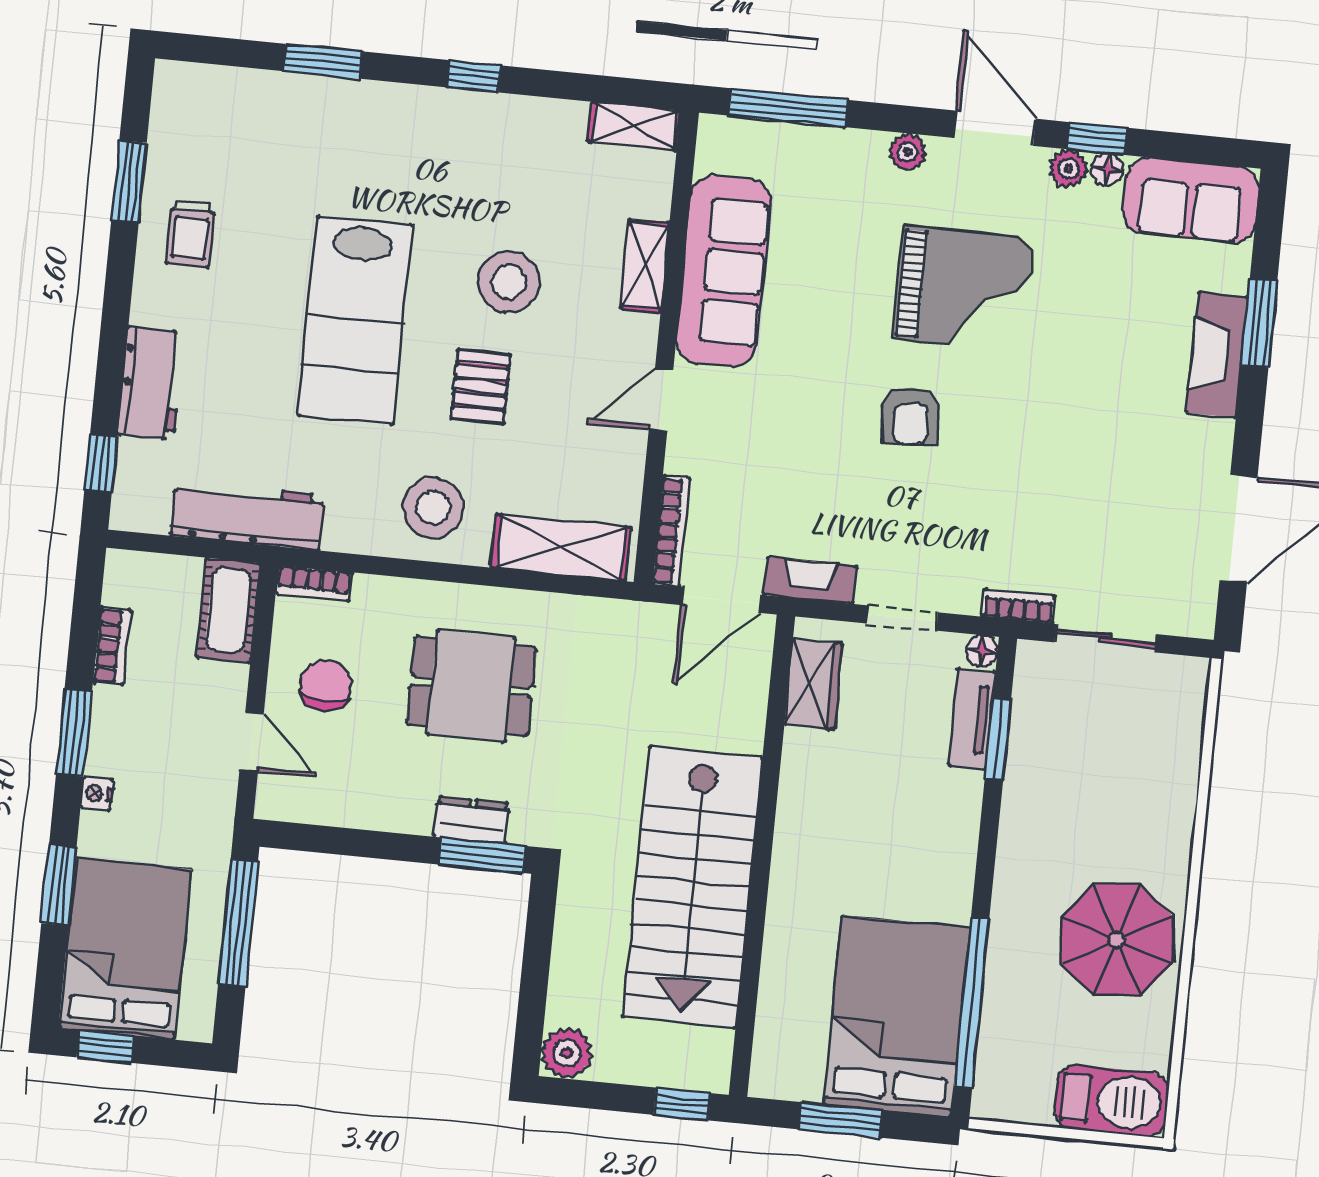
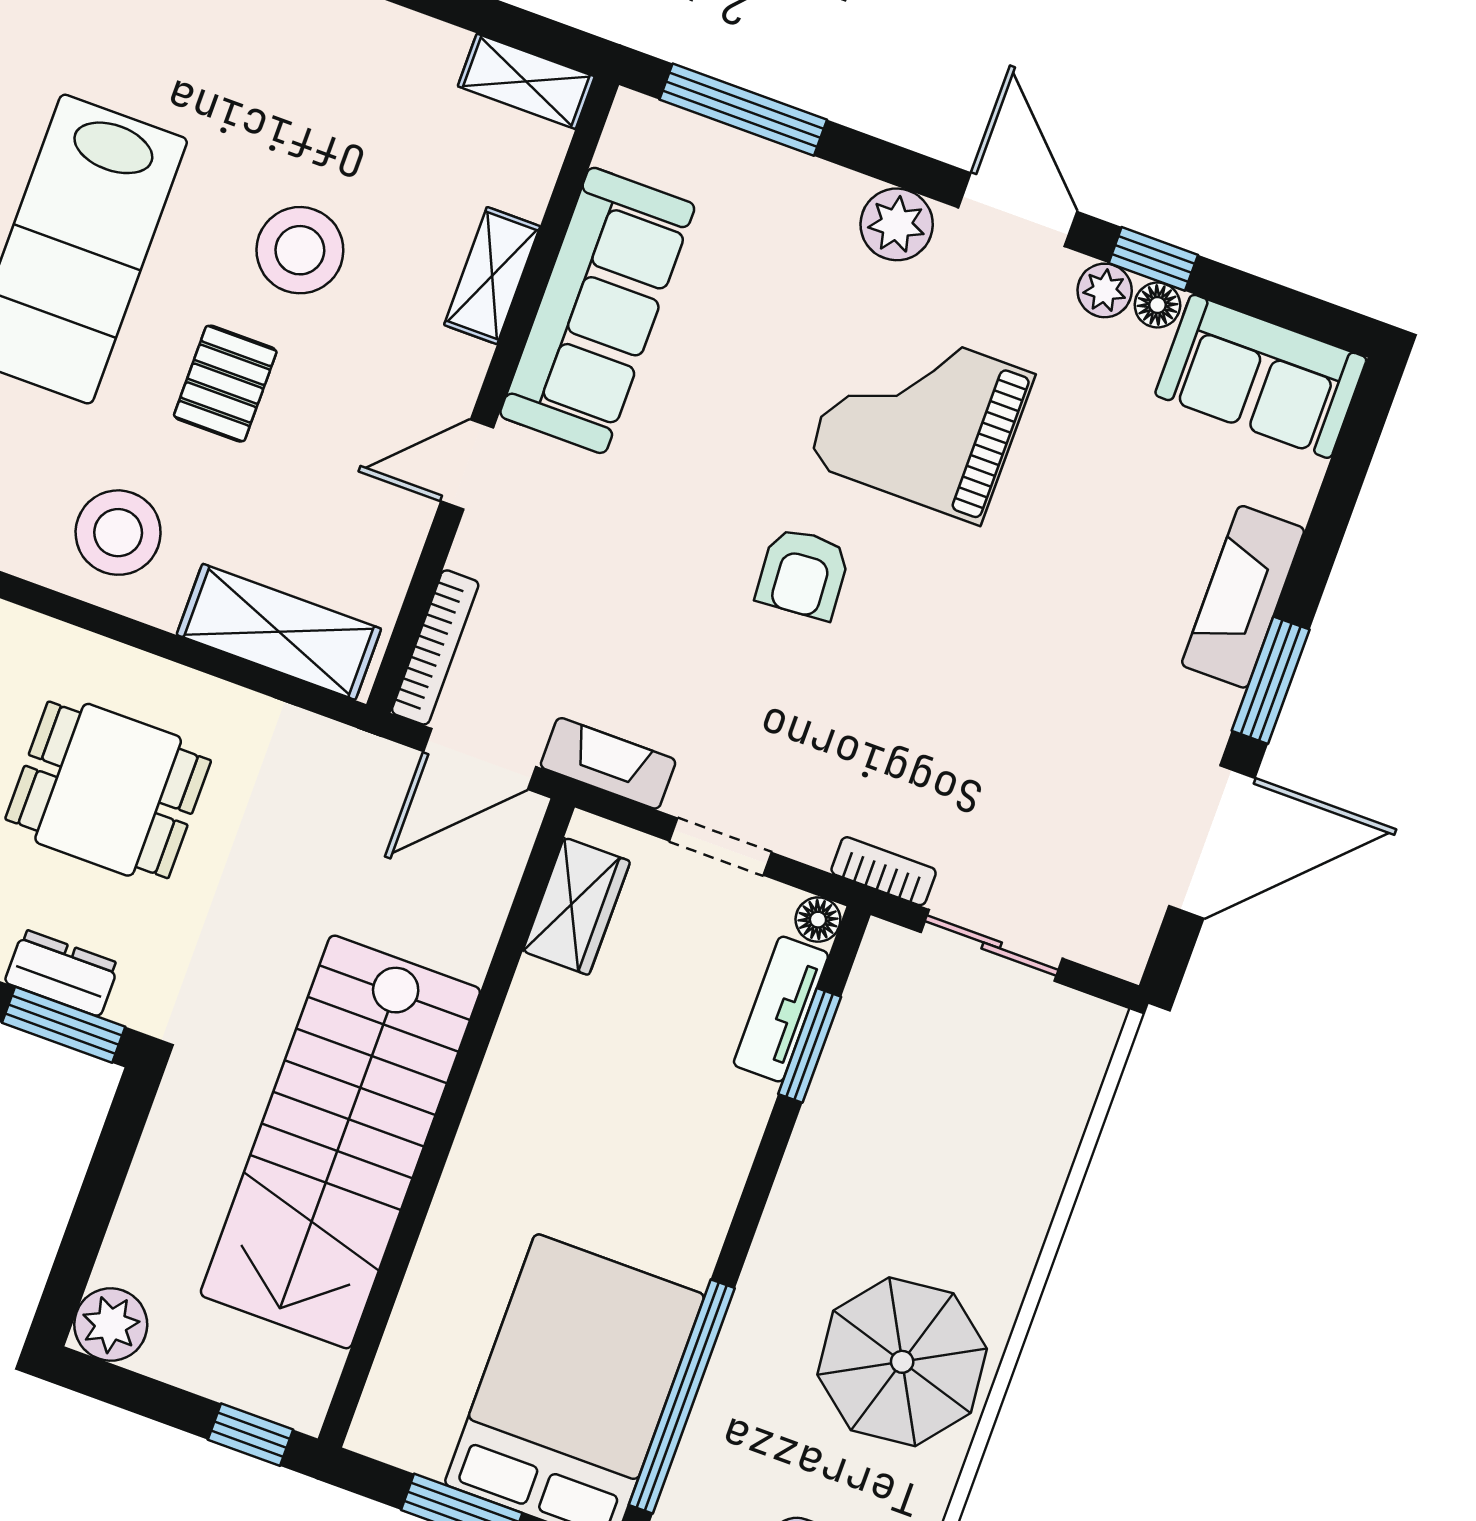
plant: (908, 152) -> (897, 224), width x1.38, depth x1.38
grand piano: (964, 289) -> (920, 418), turned 180
window: (1259, 323) -> (1271, 680), moved

